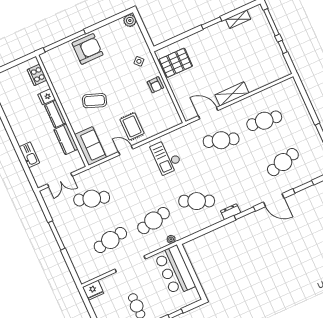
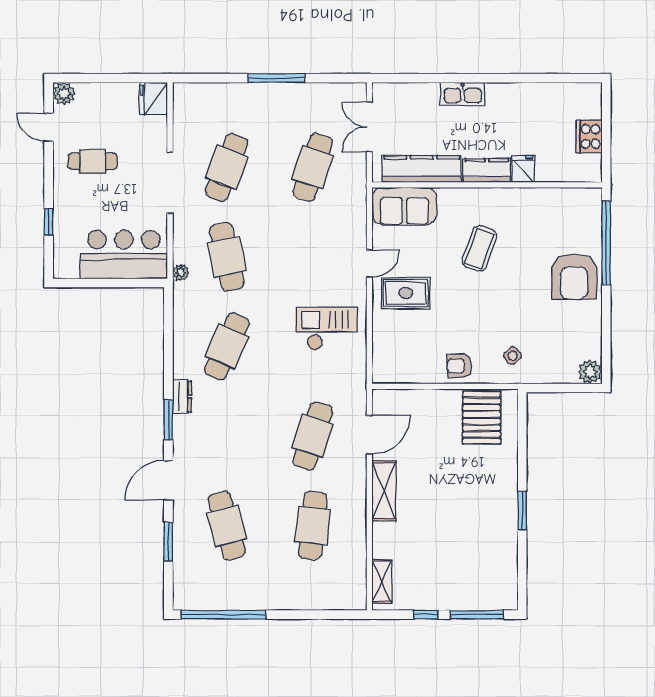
shelving: (238, 19) -> (382, 582), moved
cooker: (37, 75) -> (589, 136), moved, turned -90
kitchen counter: (66, 139) -> (422, 169), width x1.50
kitchen sink: (29, 155) -> (463, 94), moved
cafe table: (110, 240) -> (227, 167), turned 30

